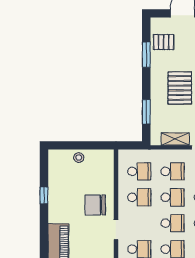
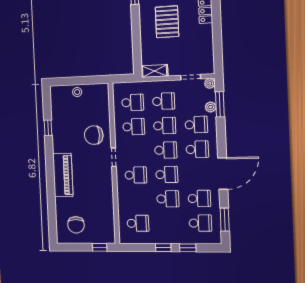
window: (146, 112) -> (137, 46), removed
shelving: (175, 139) -> (155, 71), moved

